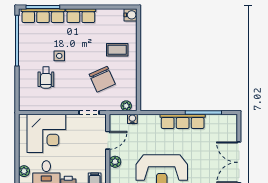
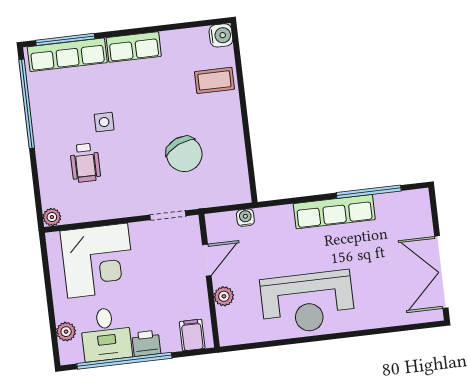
coffee table: (117, 50) -> (214, 80), moved
plant: (126, 106) -> (52, 217), moved

